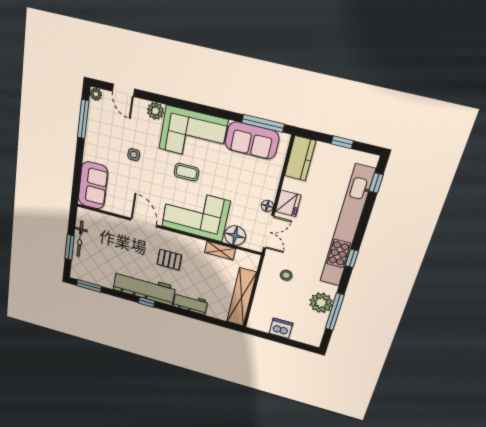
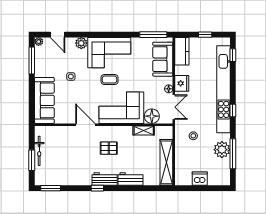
sofa: (252, 140) -> (163, 59), moved, turned 90
sofa: (93, 185) -> (44, 100), width x1.36
workbench: (144, 288) -> (105, 179), width x0.53, depth x0.76

